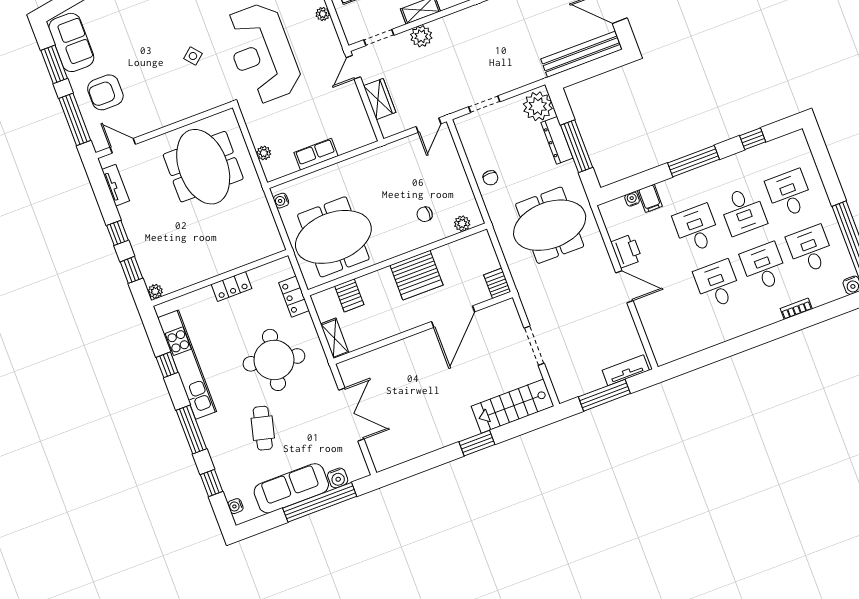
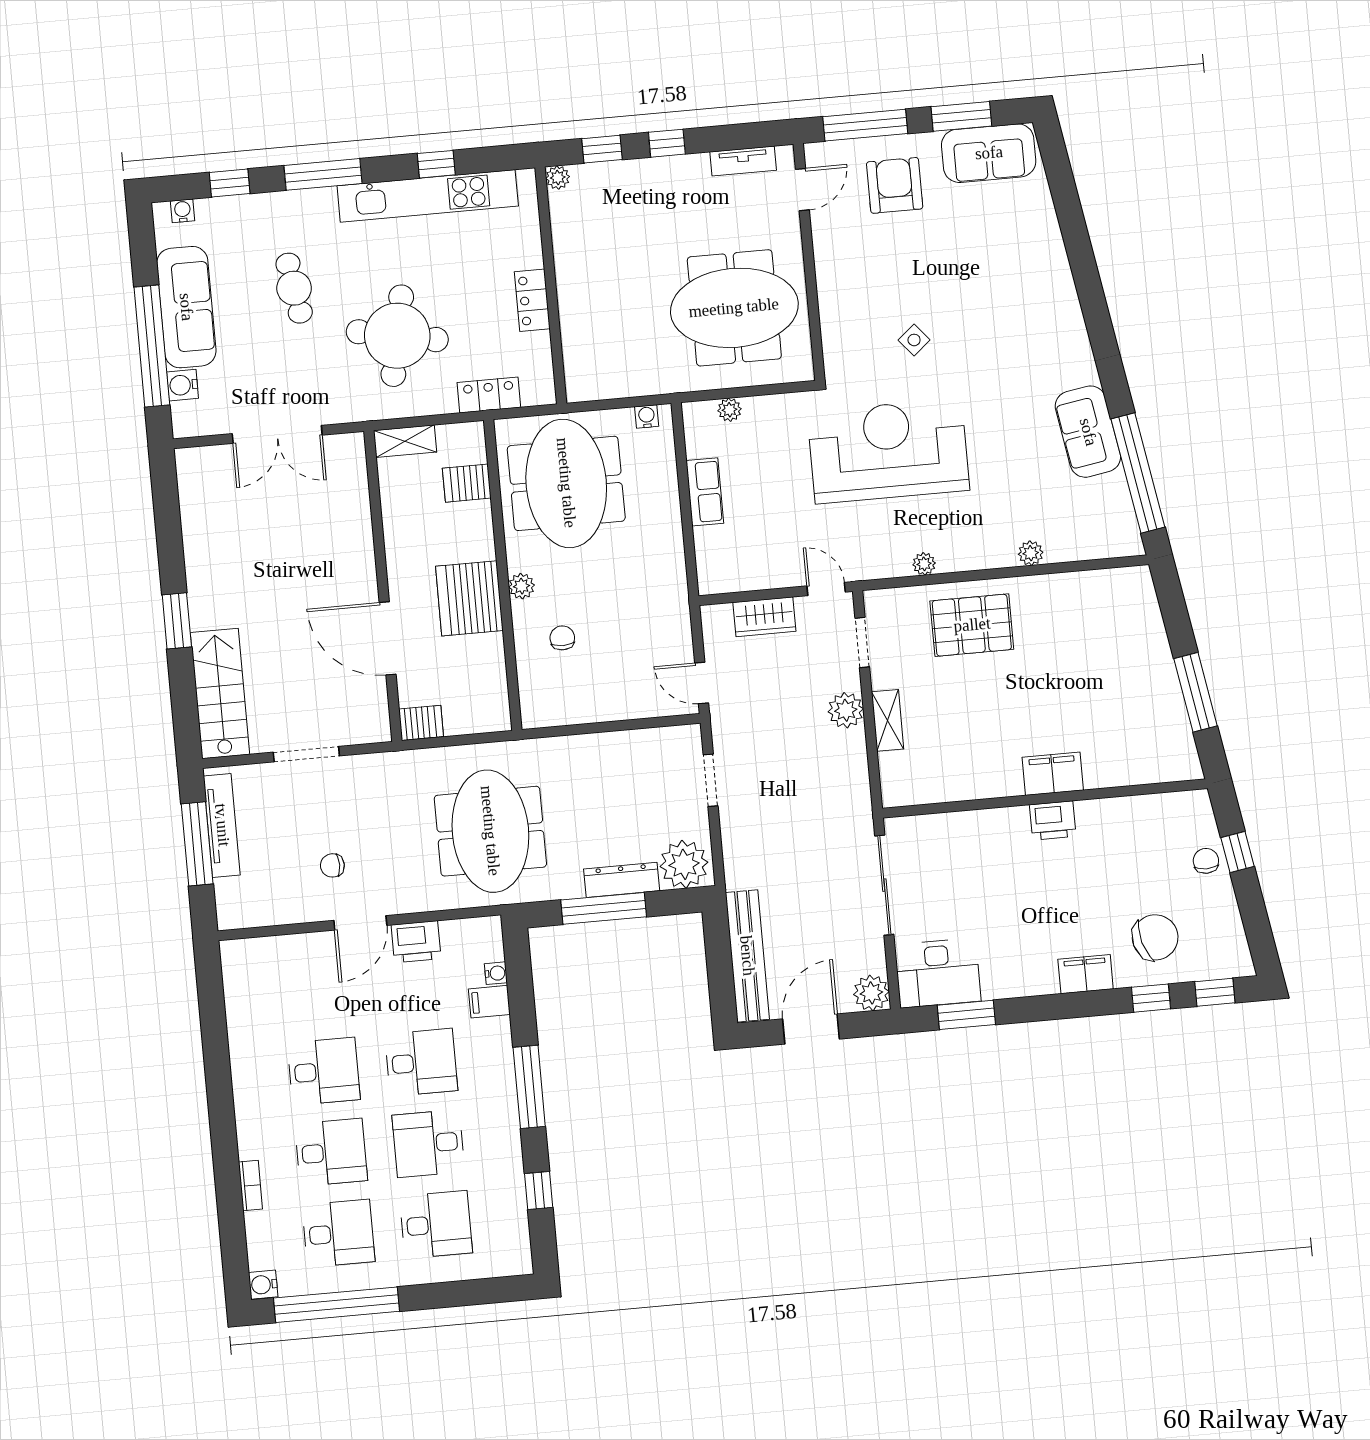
chair: (490, 178) -> (332, 865), moved
plant: (462, 223) -> (522, 586), moved
tv unit: (626, 370) -> (222, 825), moved, width x1.41
cafe table: (263, 428) -> (294, 288), turned 67

